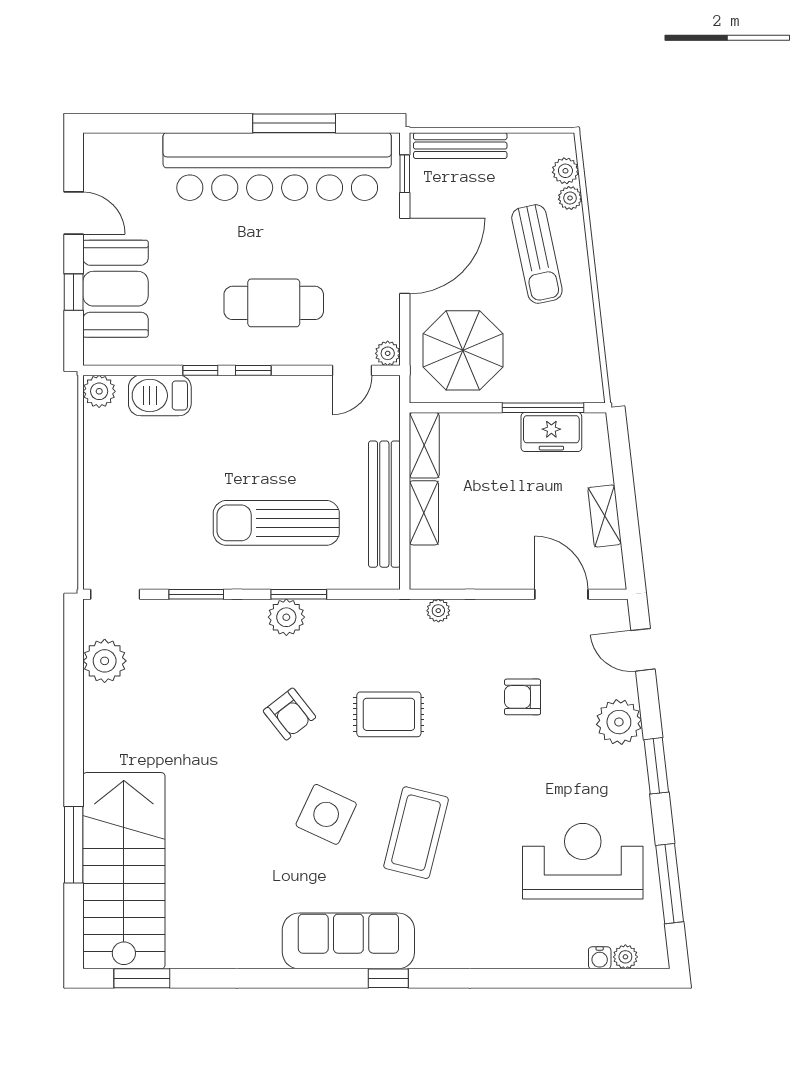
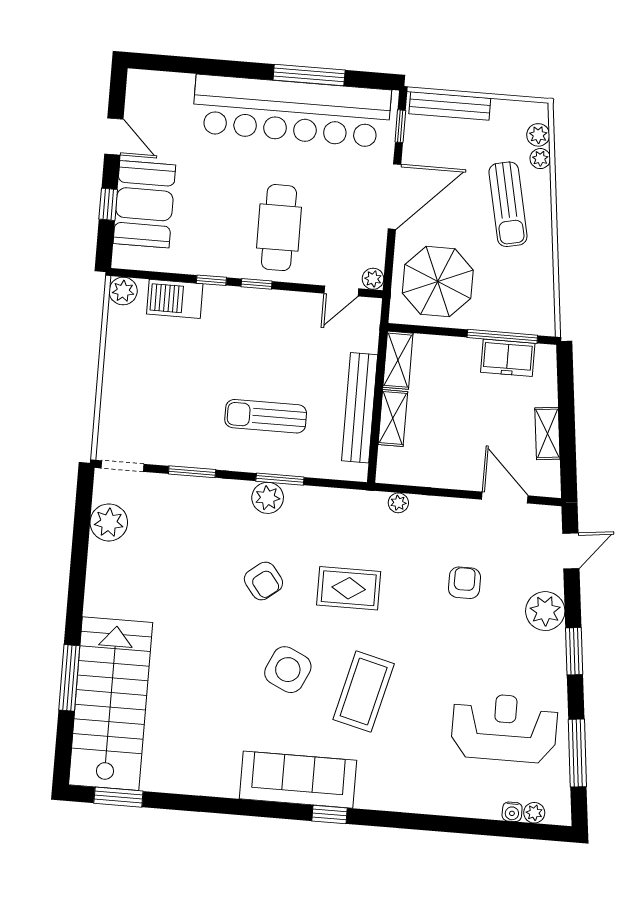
cafe table: (274, 303) -> (279, 228), turned 90
sun lounger: (276, 523) -> (266, 416), width x0.73, depth x0.75
door: (643, 650) -> (571, 551), swing flipped
armchair: (523, 697) -> (464, 583), turned 90

